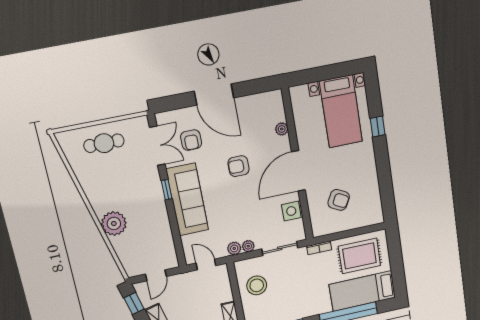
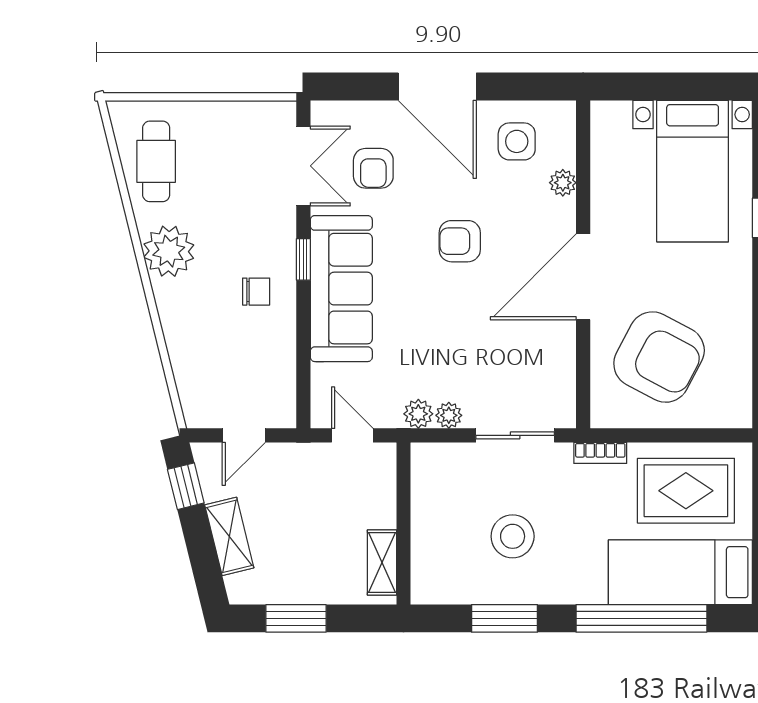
cafe table: (104, 143) -> (156, 161), moved, turned 90
armchair: (339, 200) -> (659, 357), width x1.88, depth x1.88
chair: (147, 209) -> (256, 292), added
side table: (291, 211) -> (517, 141), moved
plant: (114, 223) -> (169, 251), moved
stool: (257, 285) -> (513, 536), moved

